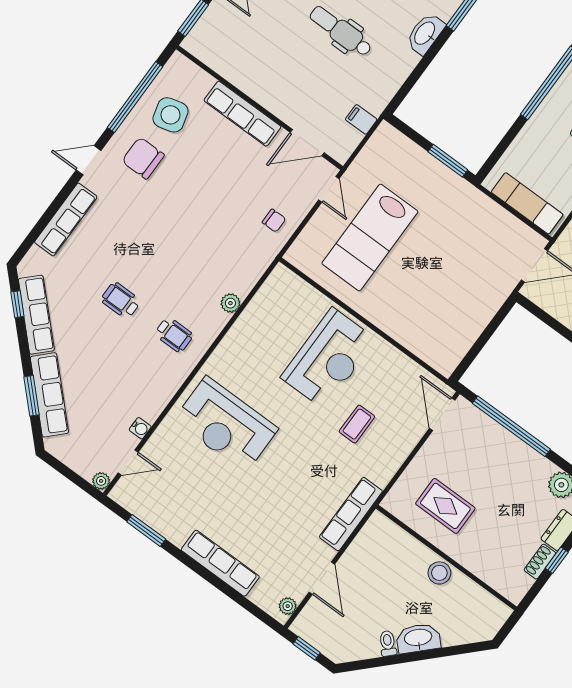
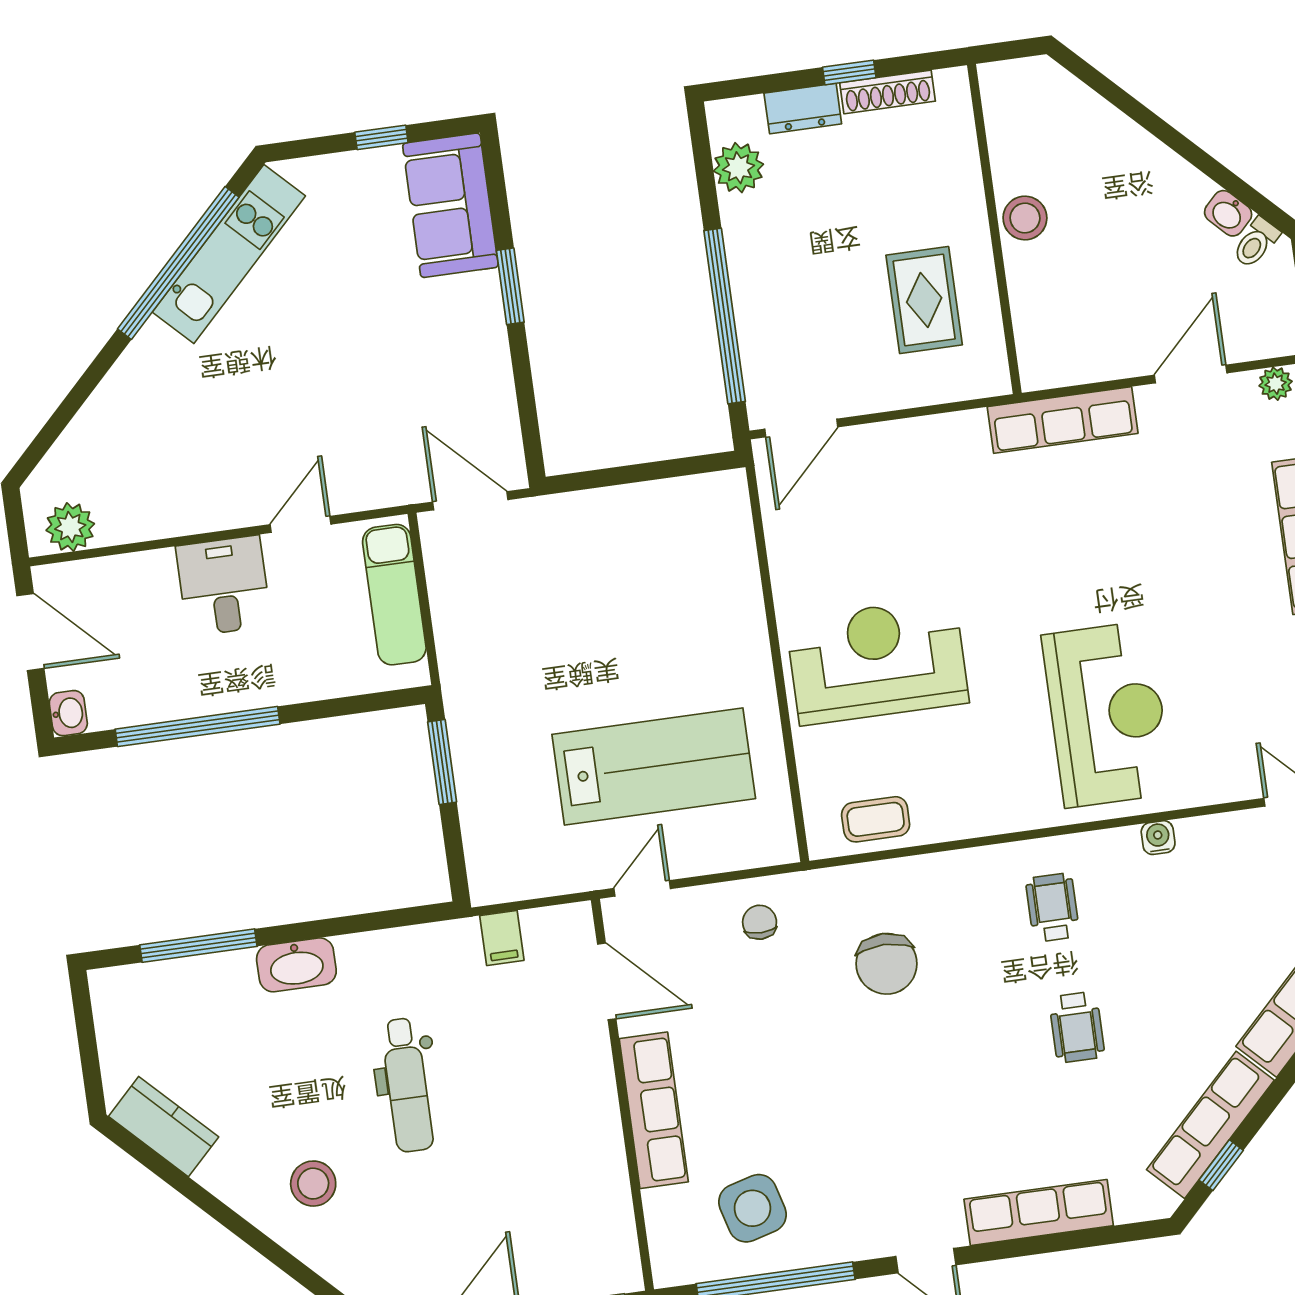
chair: (143, 158) -> (886, 964), moved
plant: (230, 303) -> (933, 871), removed
coffee table: (357, 424) -> (876, 819), moved
water cooler: (140, 428) -> (1158, 838), moved
shoe rack: (540, 562) -> (887, 92), width x1.43
washbasin: (418, 638) -> (1228, 213), moved, width x0.52, depth x0.69
toilet: (388, 643) -> (1256, 243), moved

